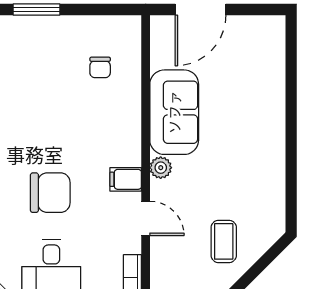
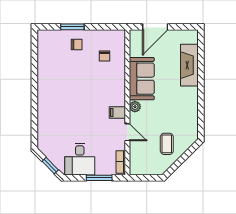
fireplace: (268, 85) -> (189, 65), added
chair: (50, 193) -> (77, 45), moved, width x0.54, depth x0.54

